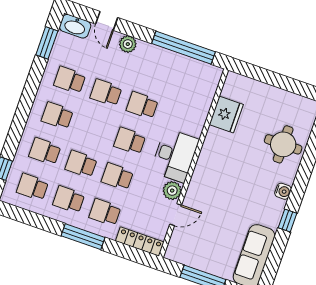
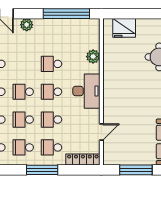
school desk: (106, 93) -> (23, 92), moved
fridge: (226, 115) -> (124, 28), moved, turned 90
plant: (172, 191) -> (93, 57), moved

